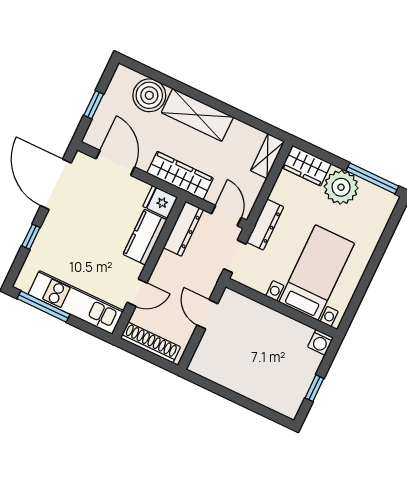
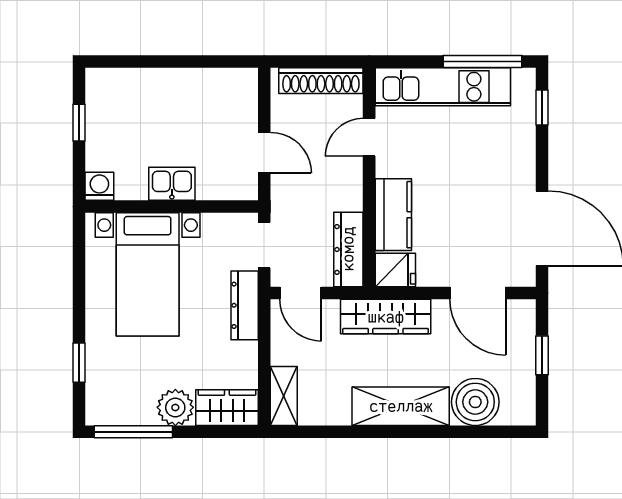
plant: (341, 187) -> (175, 407), width x0.73, depth x0.73
window: (31, 237) -> (542, 107), moved
window: (386, 238) -> (79, 363), added
kitchen sink: (274, 322) -> (172, 184), added

